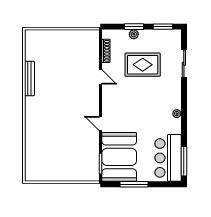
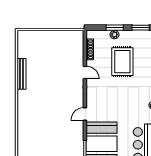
rug: (143, 65) -> (122, 62), turned 90
door: (101, 124) -> (85, 114), hinge flipped

